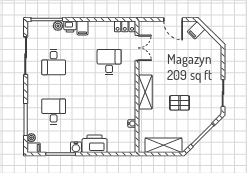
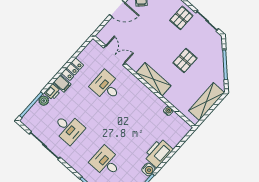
locker: (125, 26) -> (73, 69), moved
pallet: (208, 72) -> (181, 18), added

